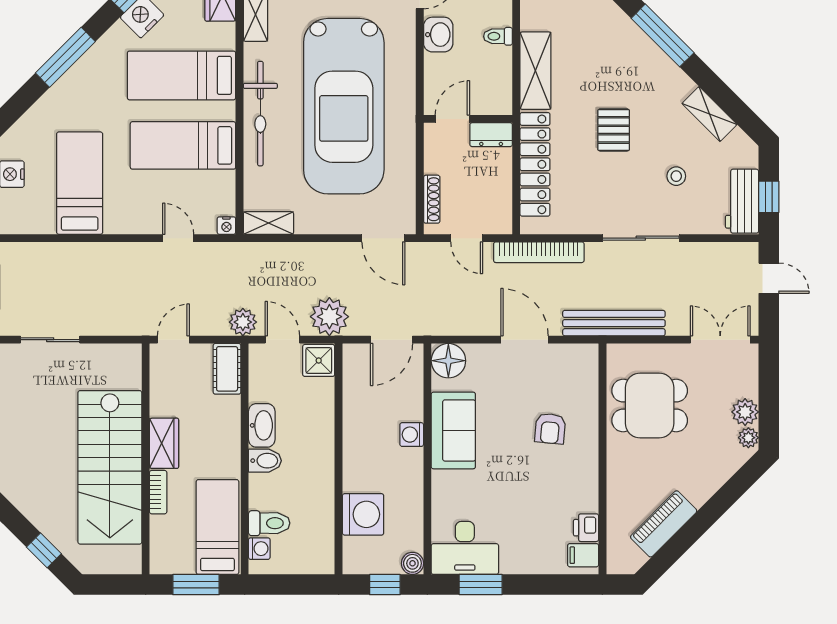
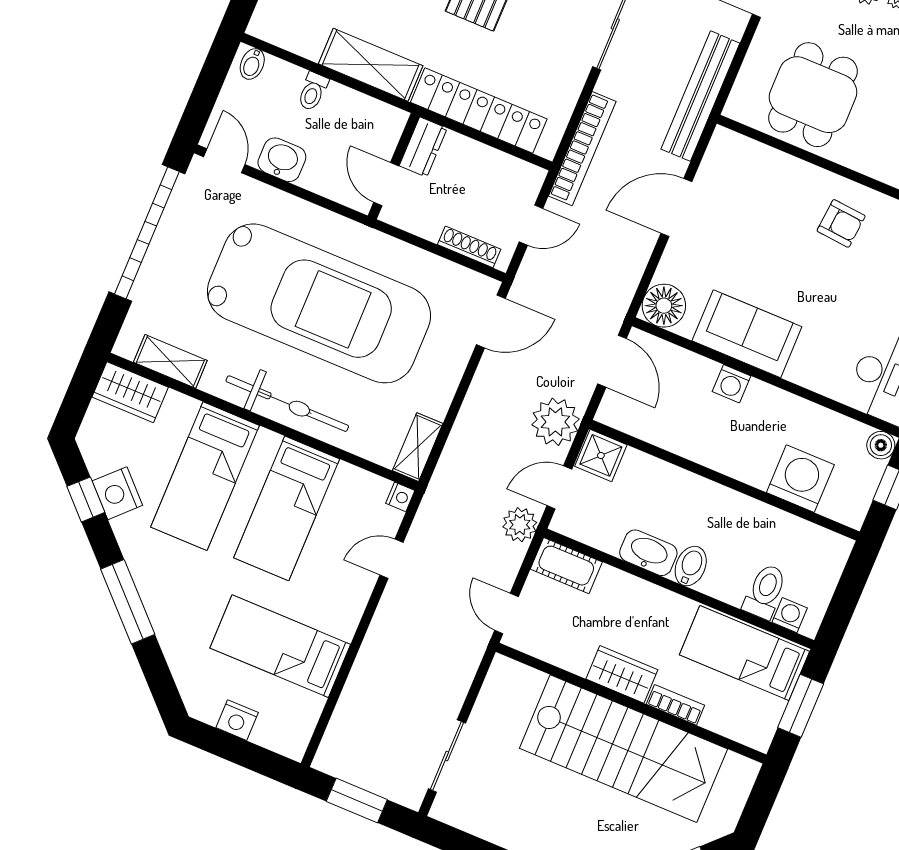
armchair: (550, 429) -> (841, 223), moved

